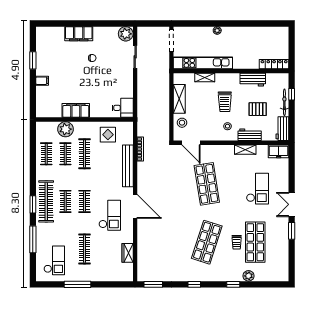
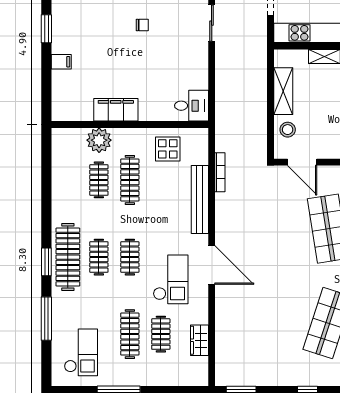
clothes rail: (46, 154) -> (161, 334), moved

